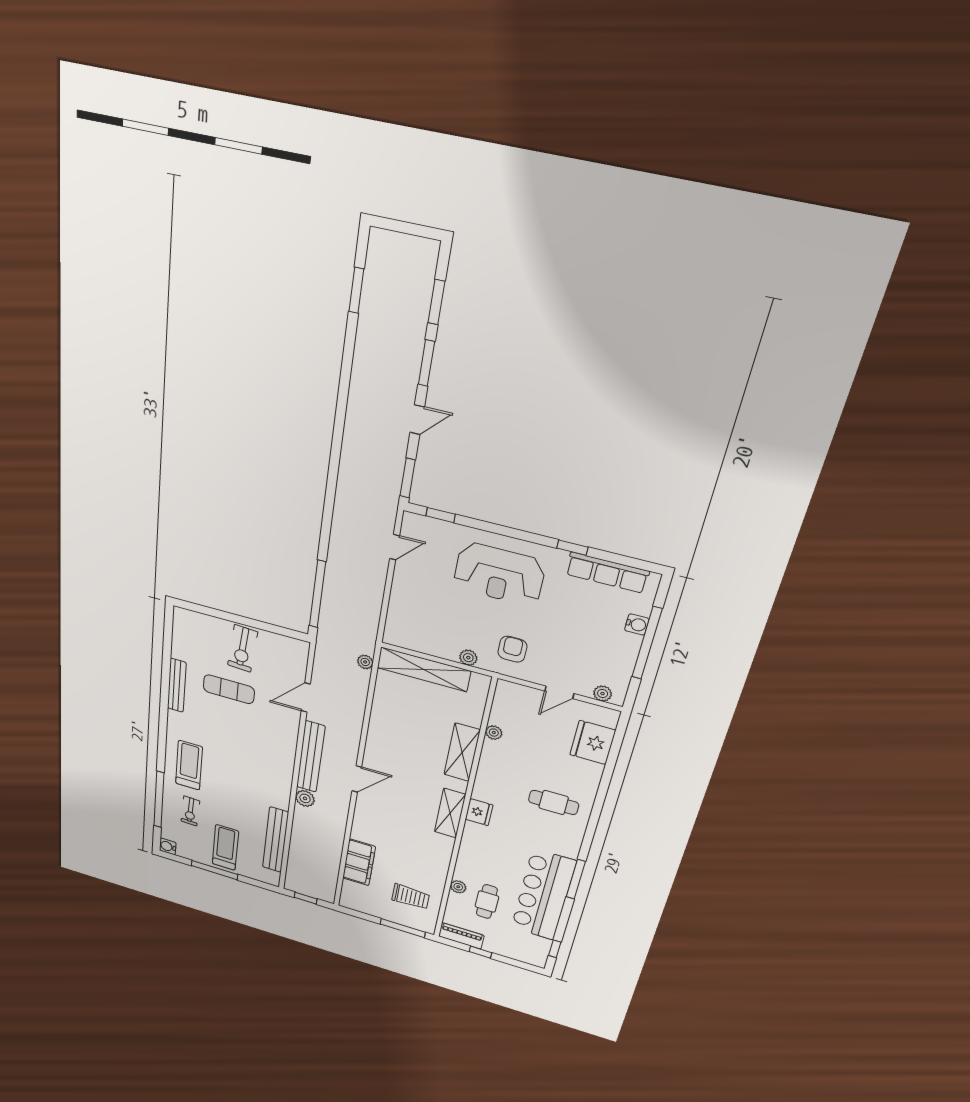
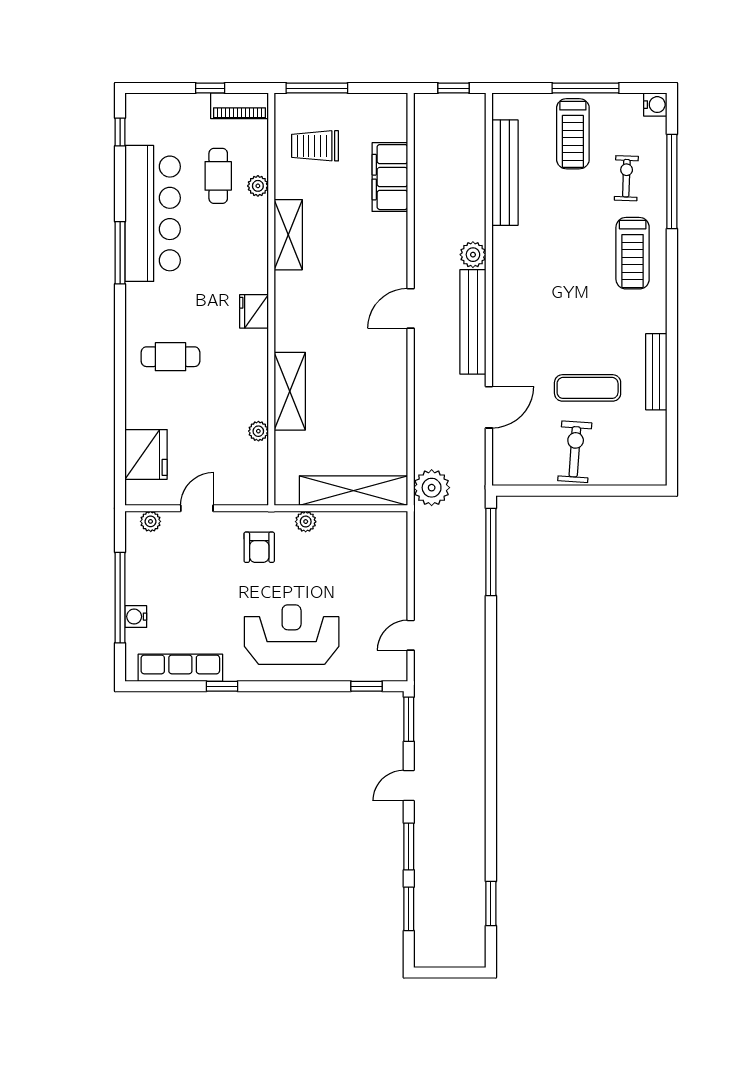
plant: (365, 662) -> (432, 488), width x1.87, depth x1.87
shelving: (450, 813) -> (288, 235), moved

